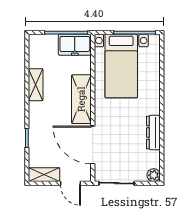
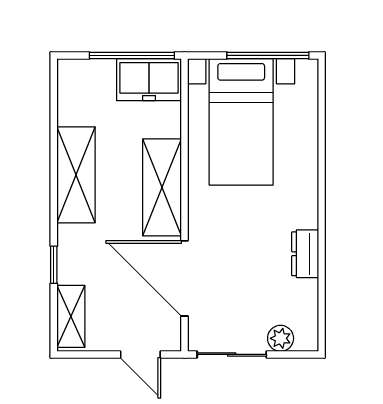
shelving: (36, 85) -> (76, 175), width x1.50, depth x1.33
dresser: (153, 132) -> (305, 254), width x0.70
shelving: (44, 175) -> (71, 316), moved, turned 90
plant: (154, 175) -> (281, 338), moved

